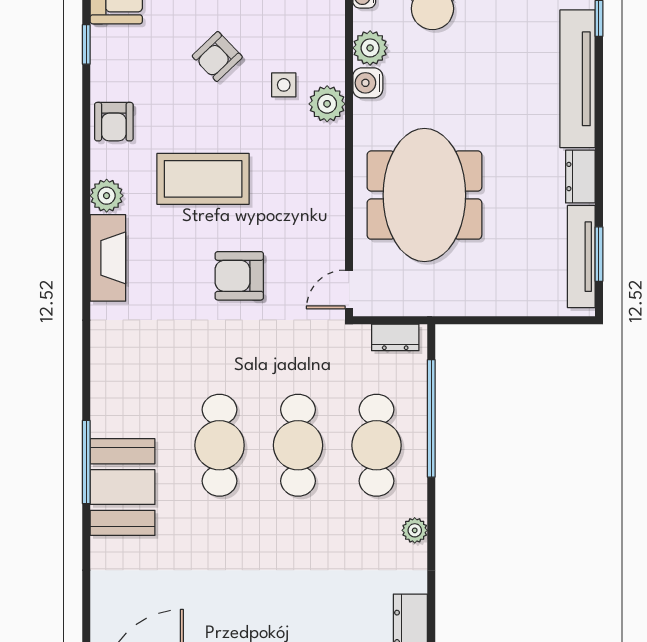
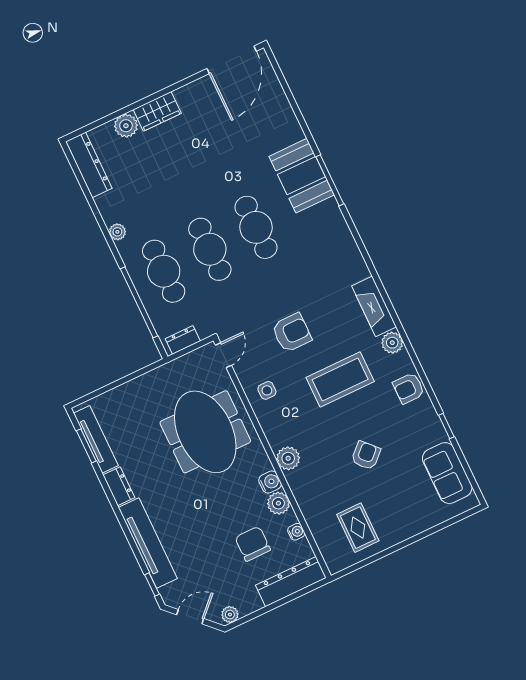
side table: (284, 85) -> (267, 390), moved
armchair: (114, 122) -> (409, 388), turned -90

